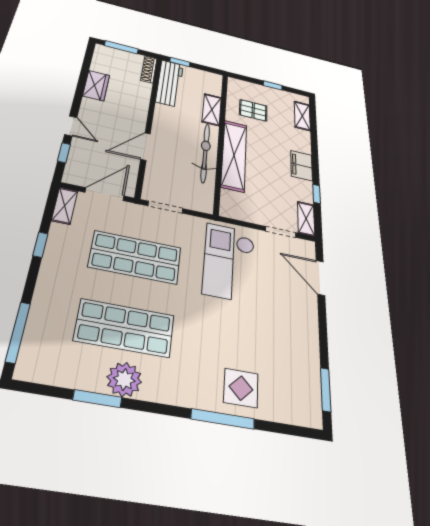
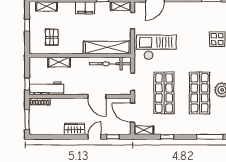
wardrobe: (96, 86) -> (74, 129), moved
bicycle: (205, 153) -> (110, 64), moved
shelving: (234, 155) -> (107, 47), moved
checkout: (229, 262) -> (156, 47), turned 180

